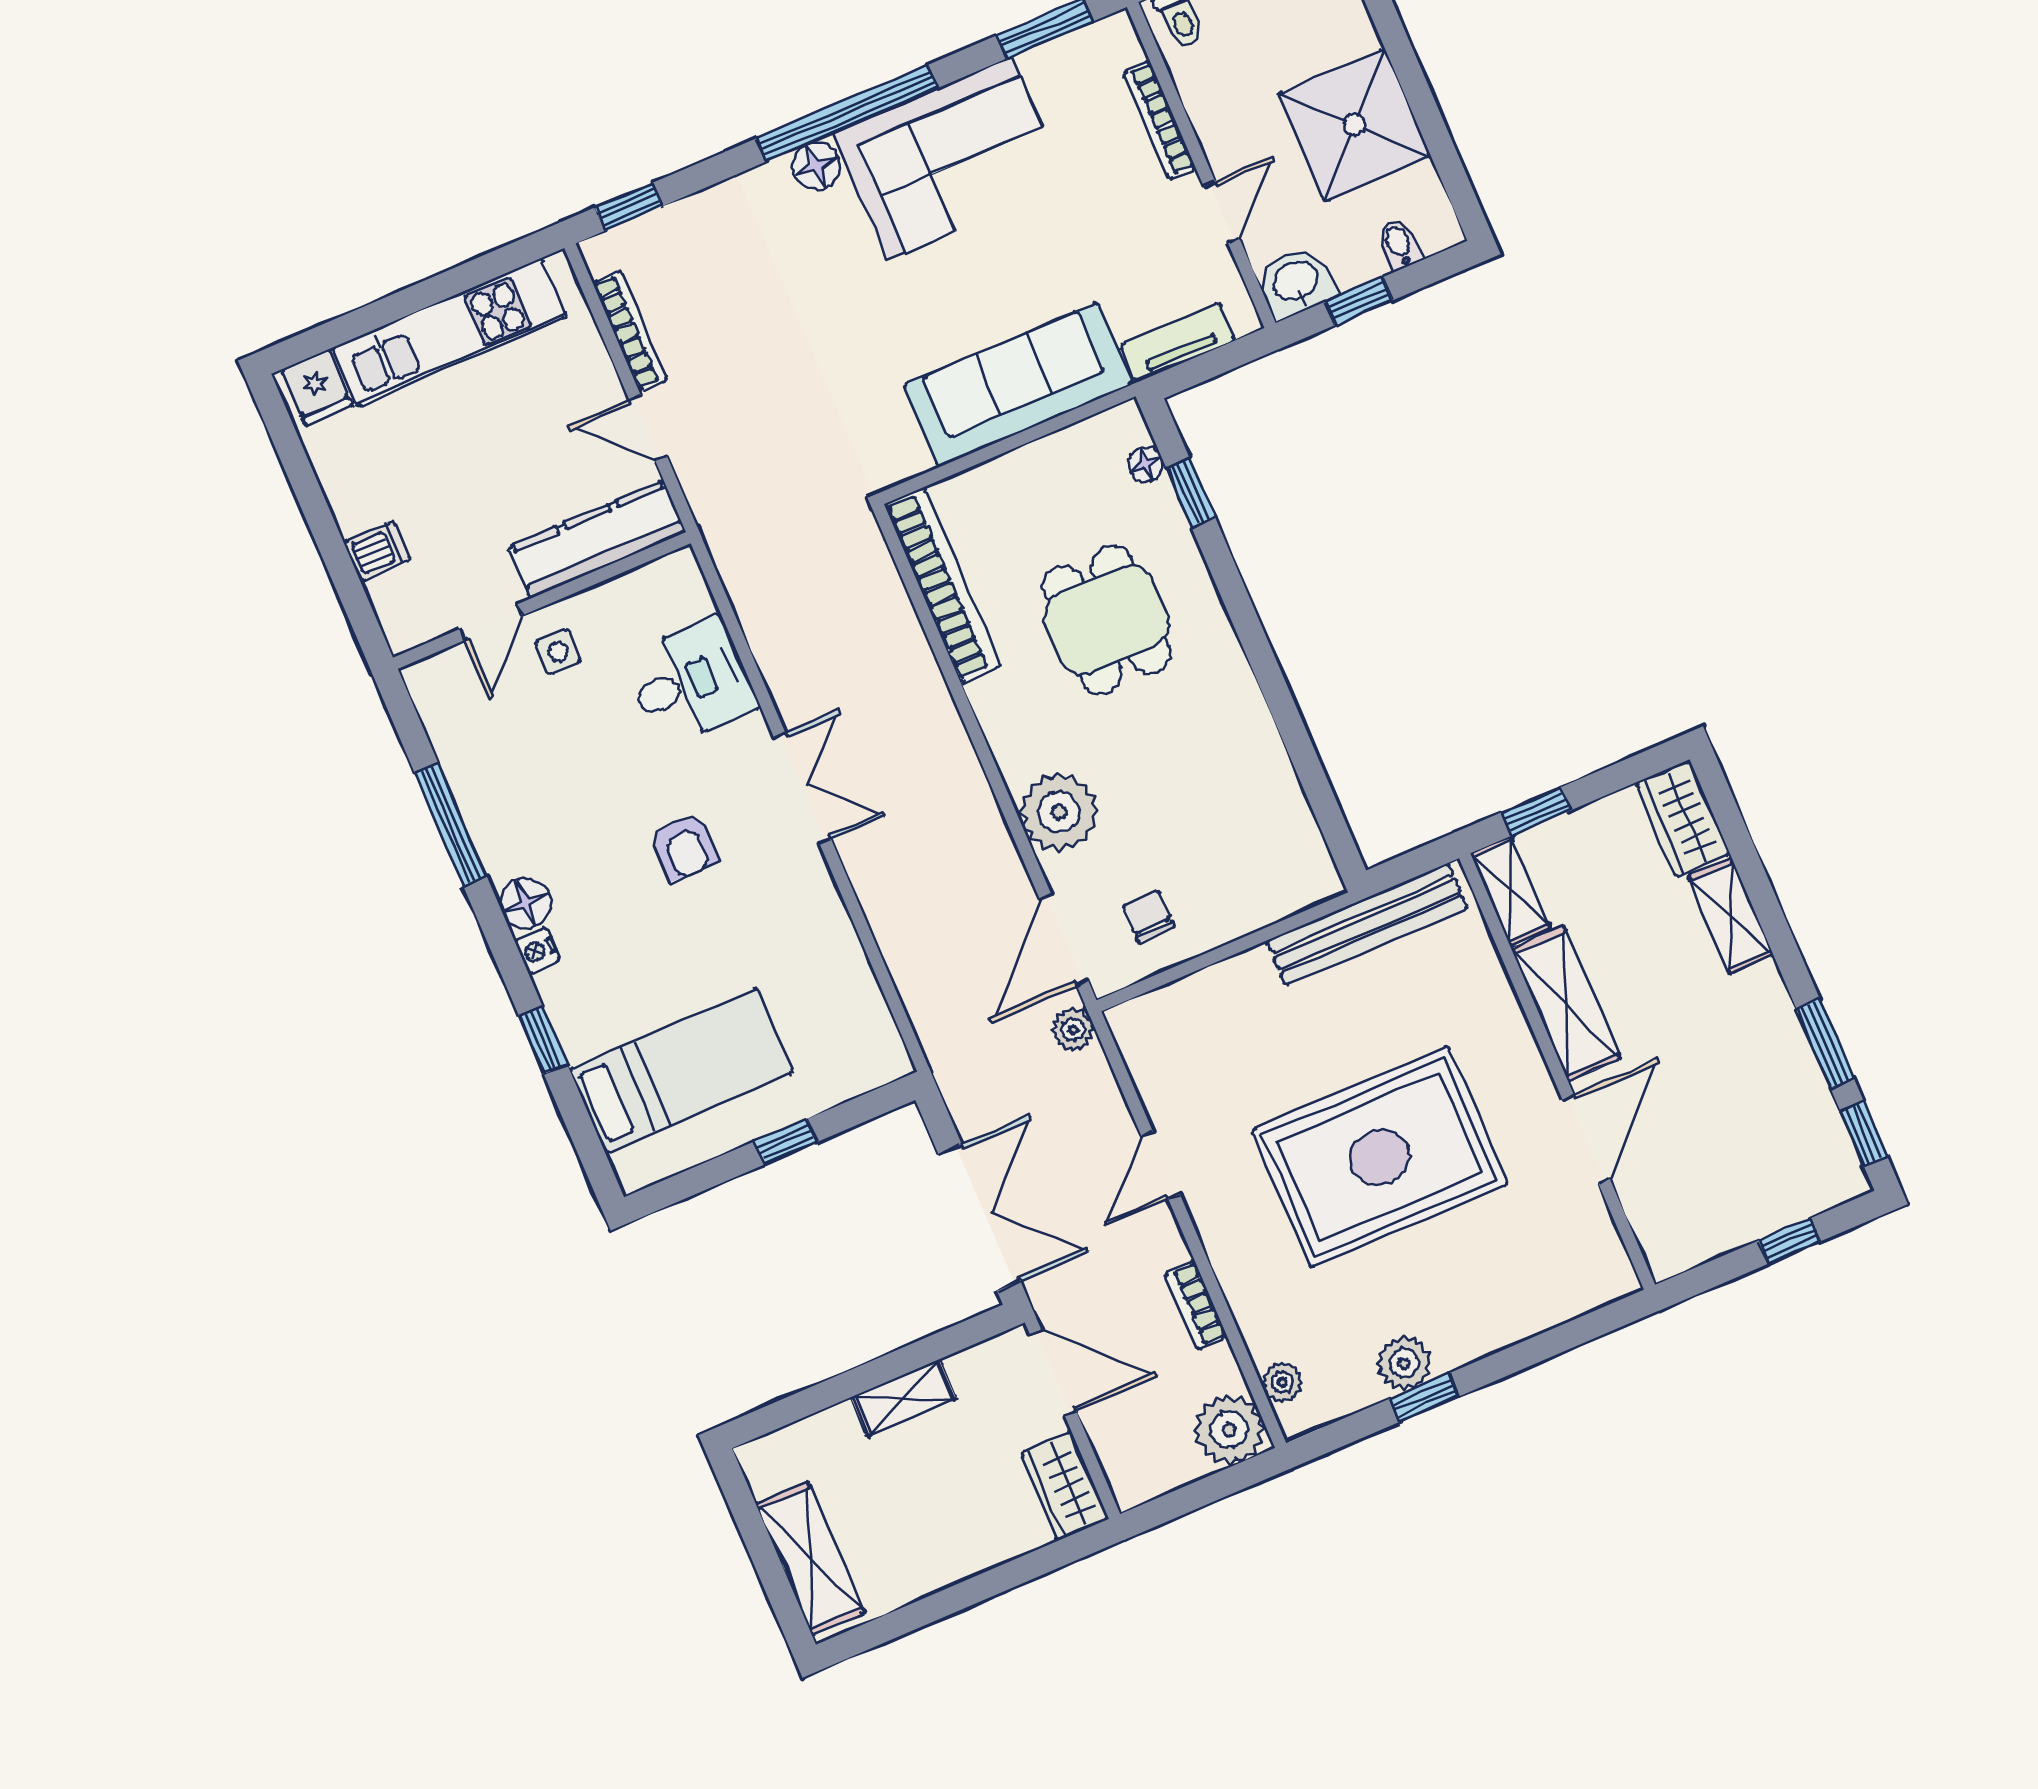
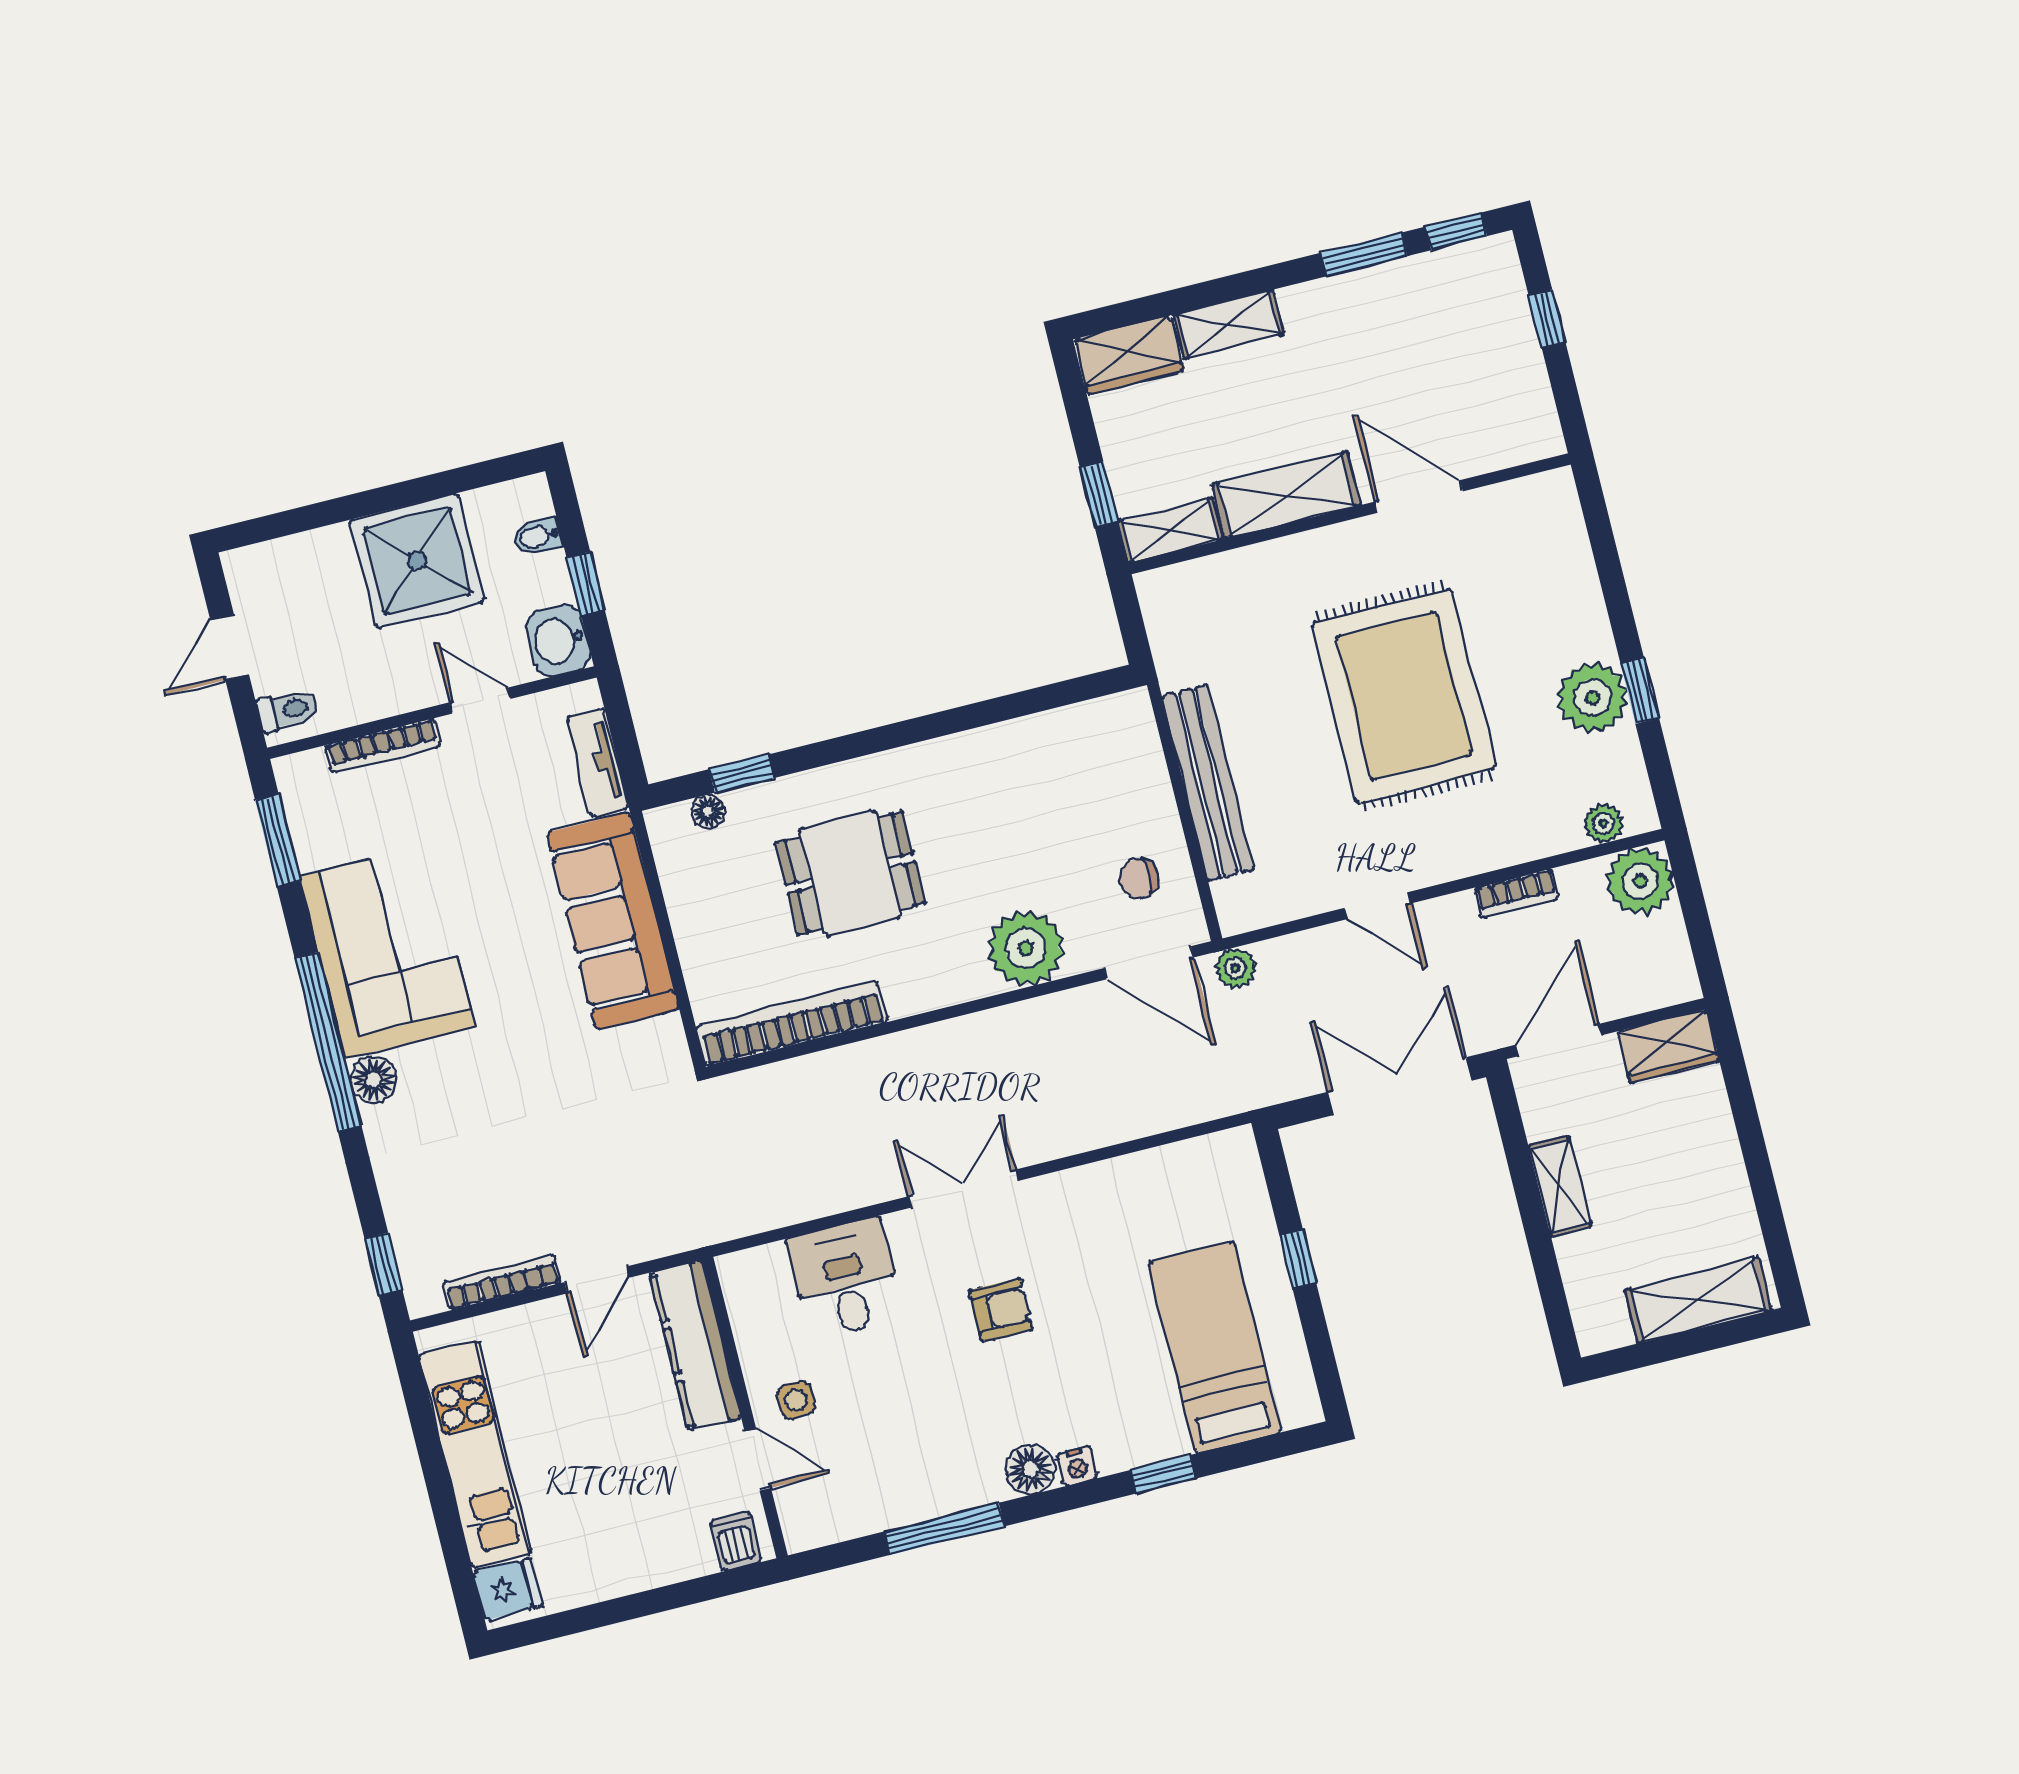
dishwasher: (377, 551) -> (736, 1541), moved
bench: (1367, 924) -> (1208, 783), moved
plant: (1404, 1363) -> (1592, 698), width x1.36, depth x1.36

